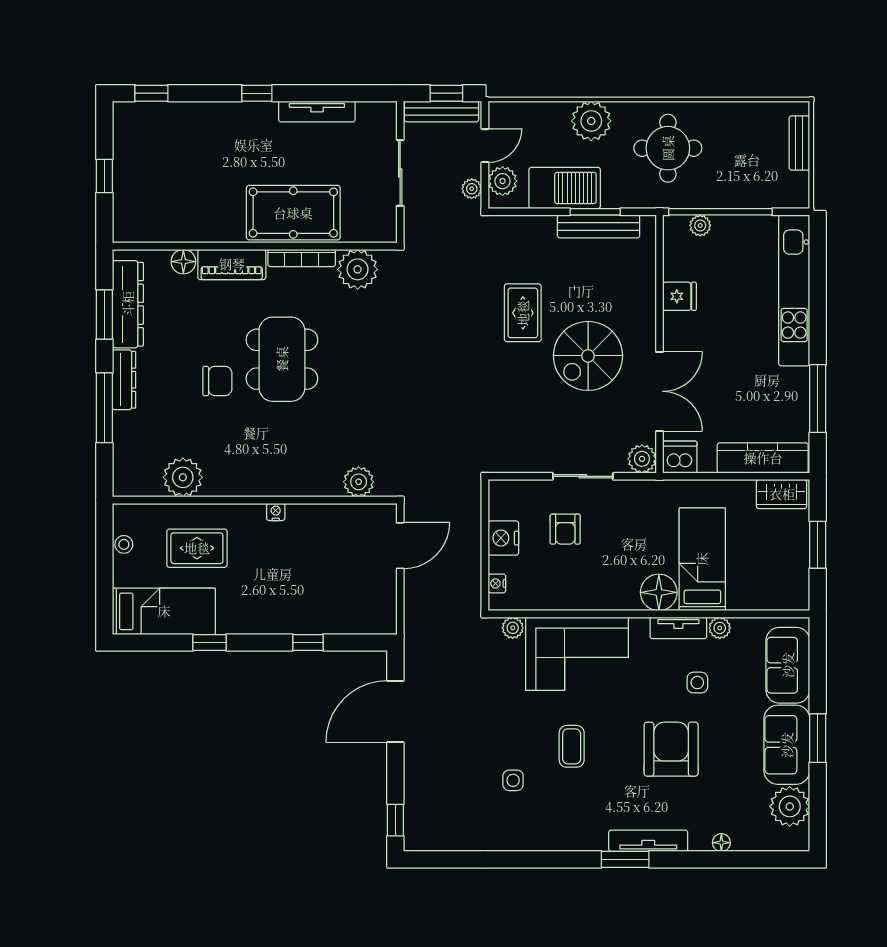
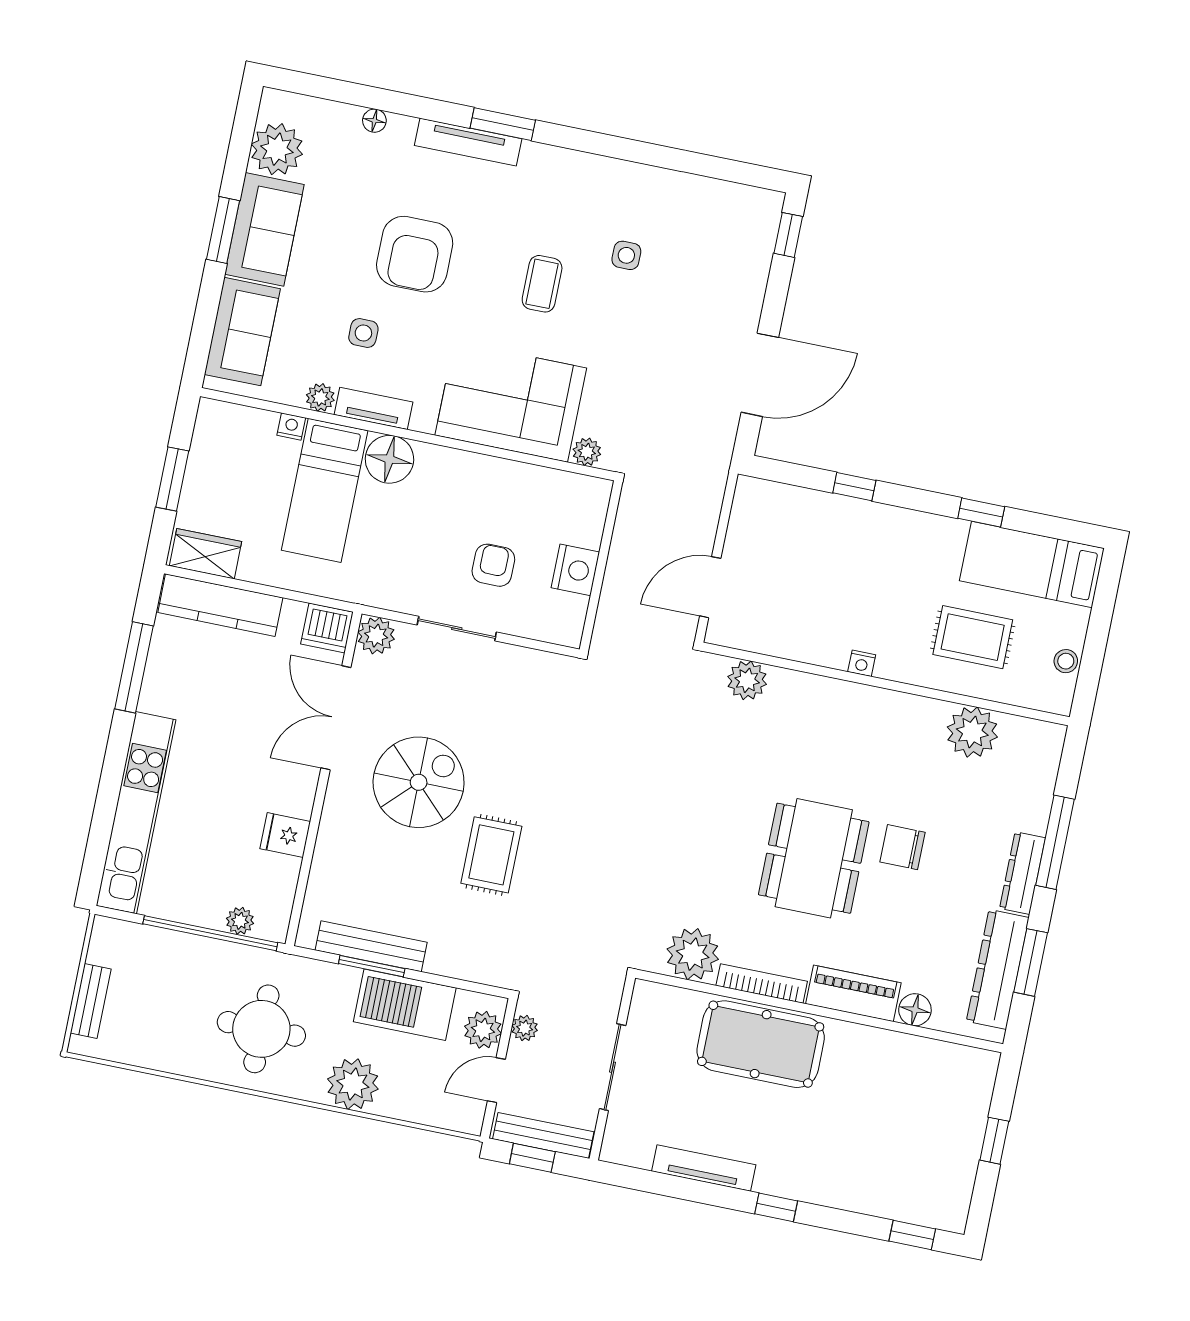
nightstand: (497, 583) -> (291, 427), moved, turned -90

